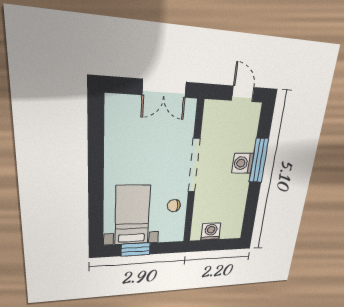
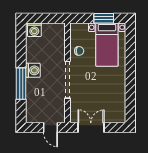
door: (243, 94) -> (50, 128), moved
washing machine: (243, 163) -> (33, 70), moved
washing machine: (211, 231) -> (34, 30), moved

